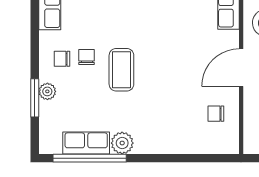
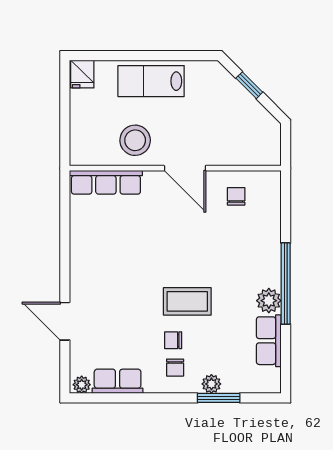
chair: (216, 114) -> (236, 196), turned 180
window: (90, 158) -> (286, 283), moved

